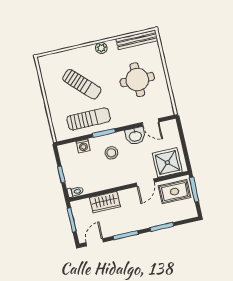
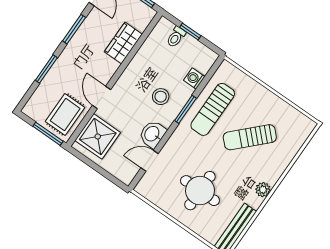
toilet: (75, 192) -> (176, 37), moved

